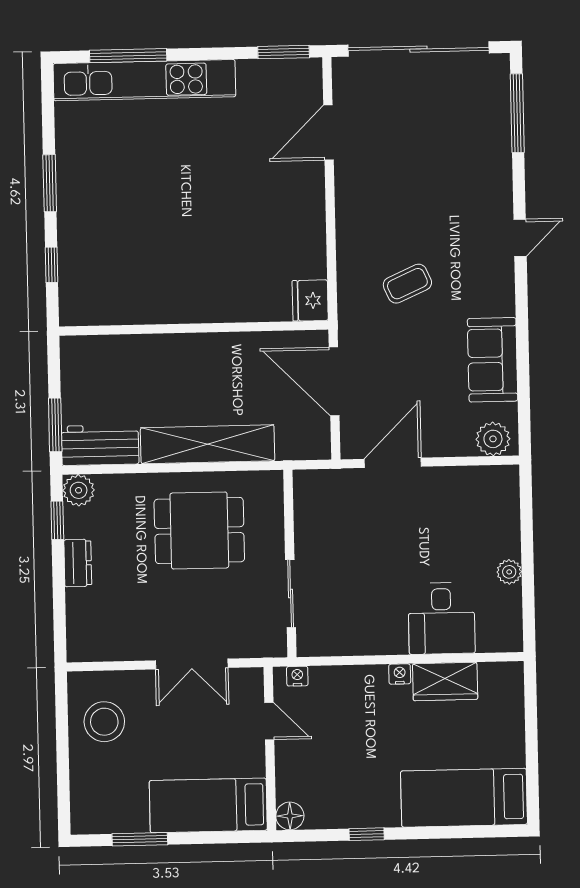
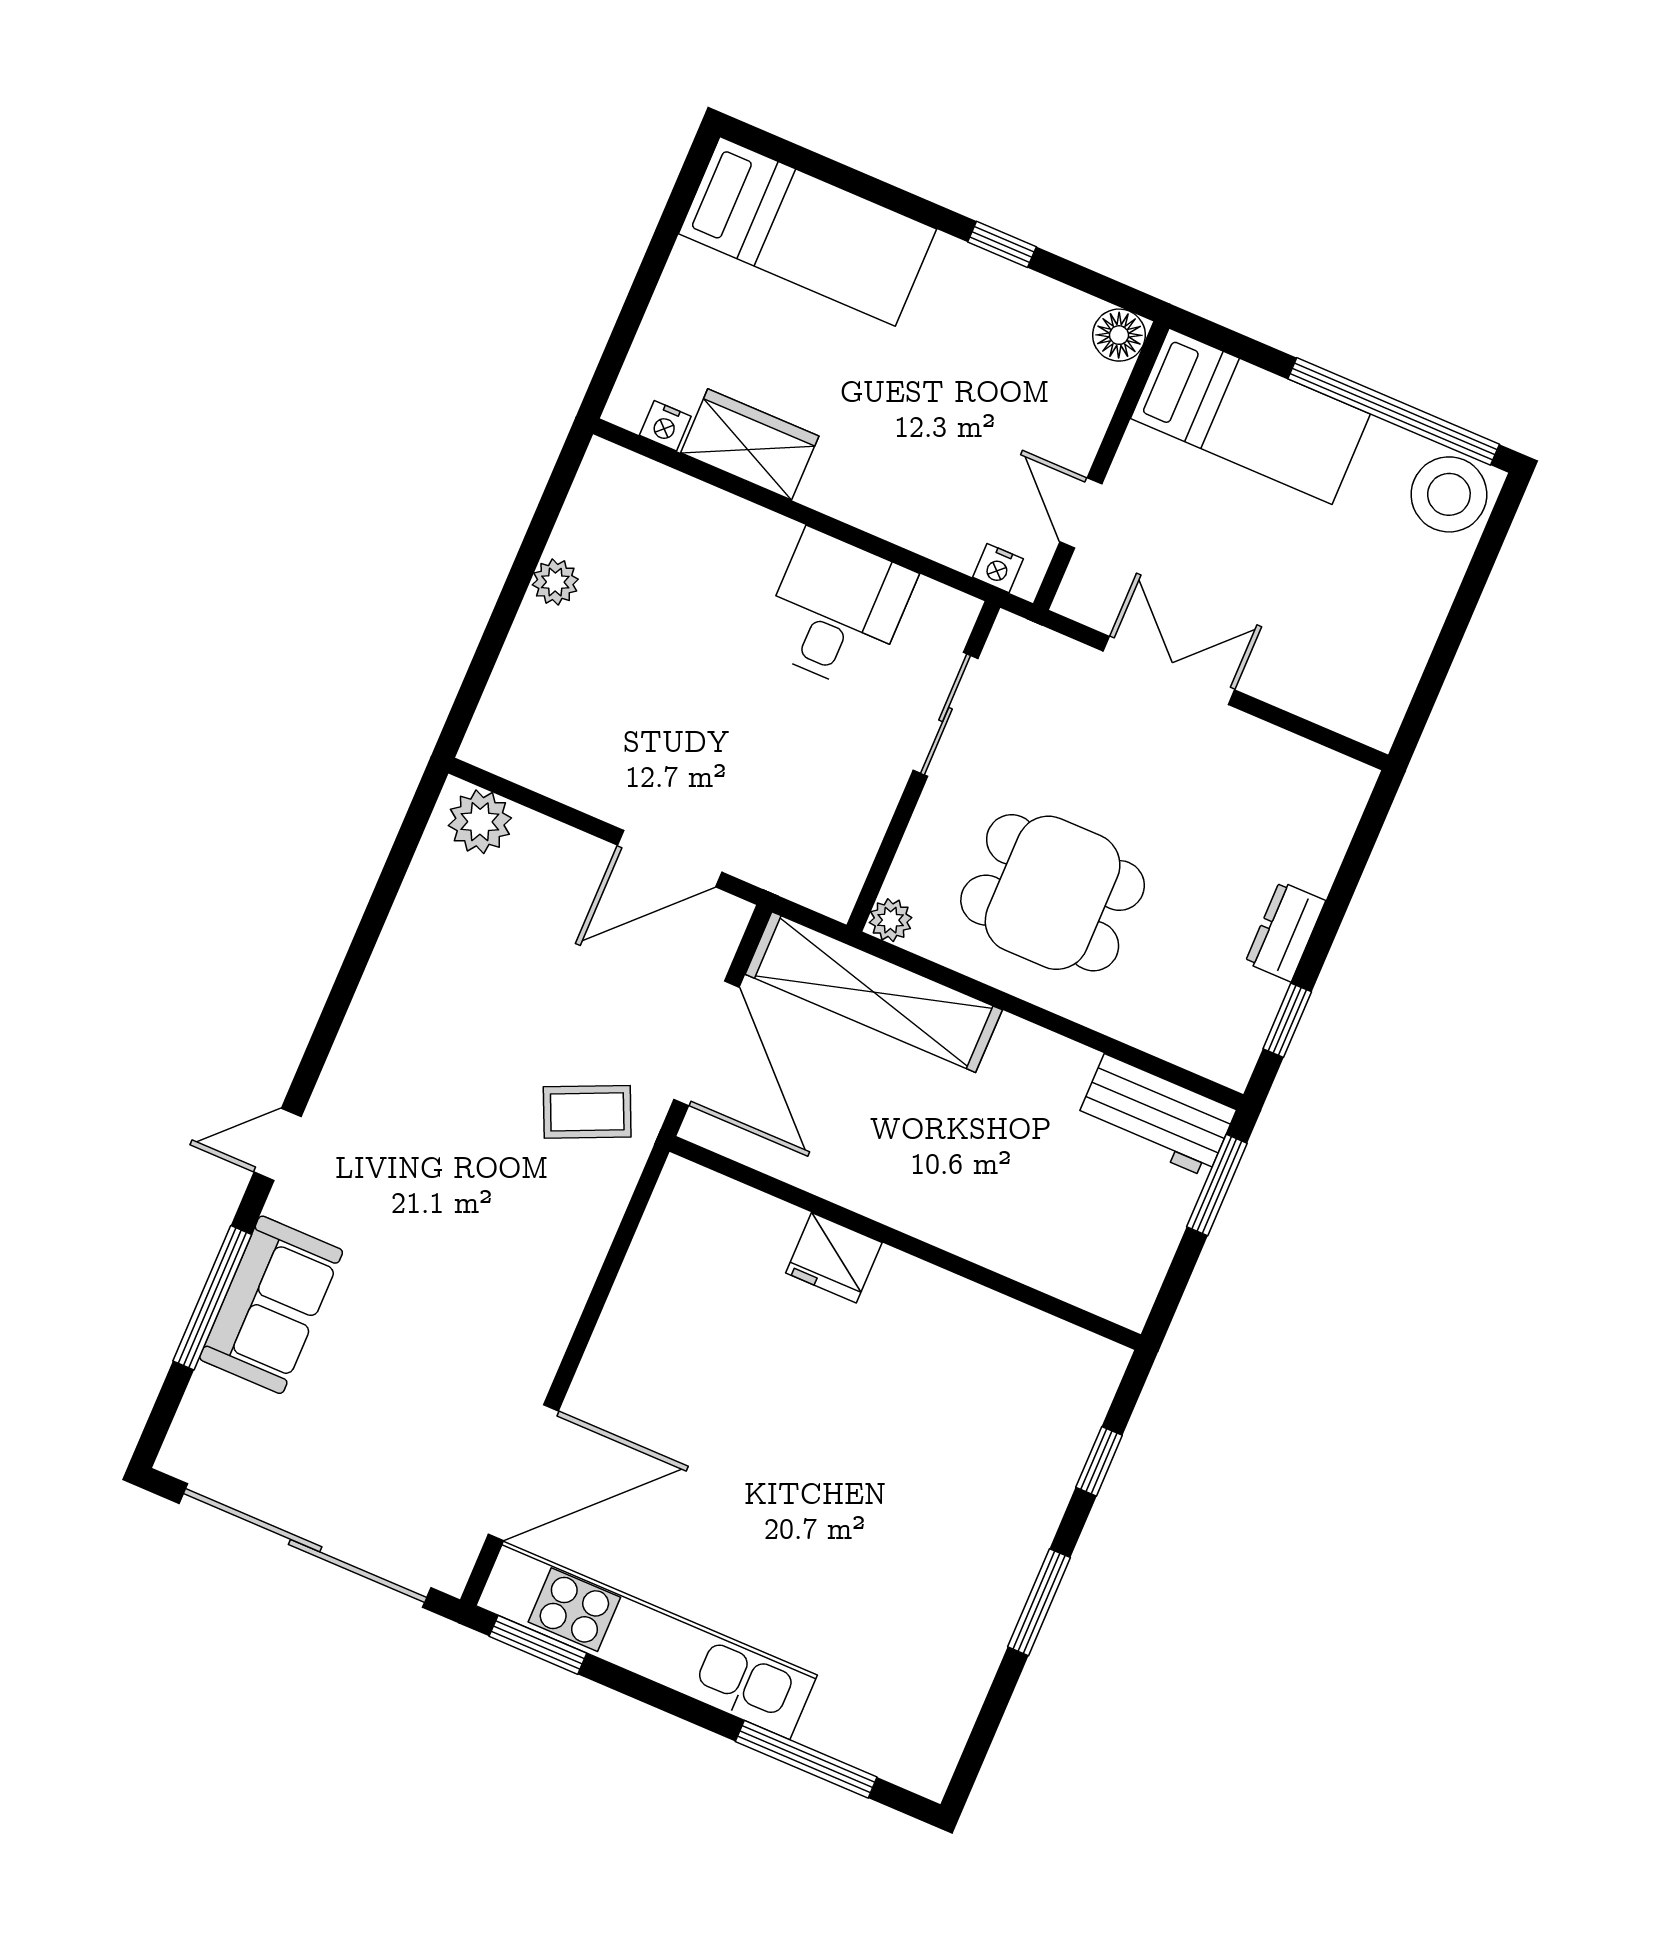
kitchen unit: (144, 80) -> (647, 1640), moved
window: (517, 113) -> (212, 1298), moved
door: (329, 133) -> (523, 1473), width x1.36
coffee table: (407, 284) -> (587, 1112), moved
fridge: (310, 300) -> (834, 1258), moved, turned 90
sofa: (493, 360) -> (271, 1305), moved
shelving: (208, 444) -> (874, 992), moved
plant: (79, 490) -> (891, 920), moved, width x0.73, depth x0.73
desk: (441, 618) -> (837, 610), moved
nightstand: (400, 674) -> (665, 426), moved
stool: (104, 722) -> (1449, 494), moved
window: (140, 839) -> (1394, 411), width x2.11

